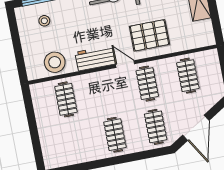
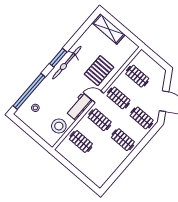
clothes rail: (107, 91) -> (100, 120), added

